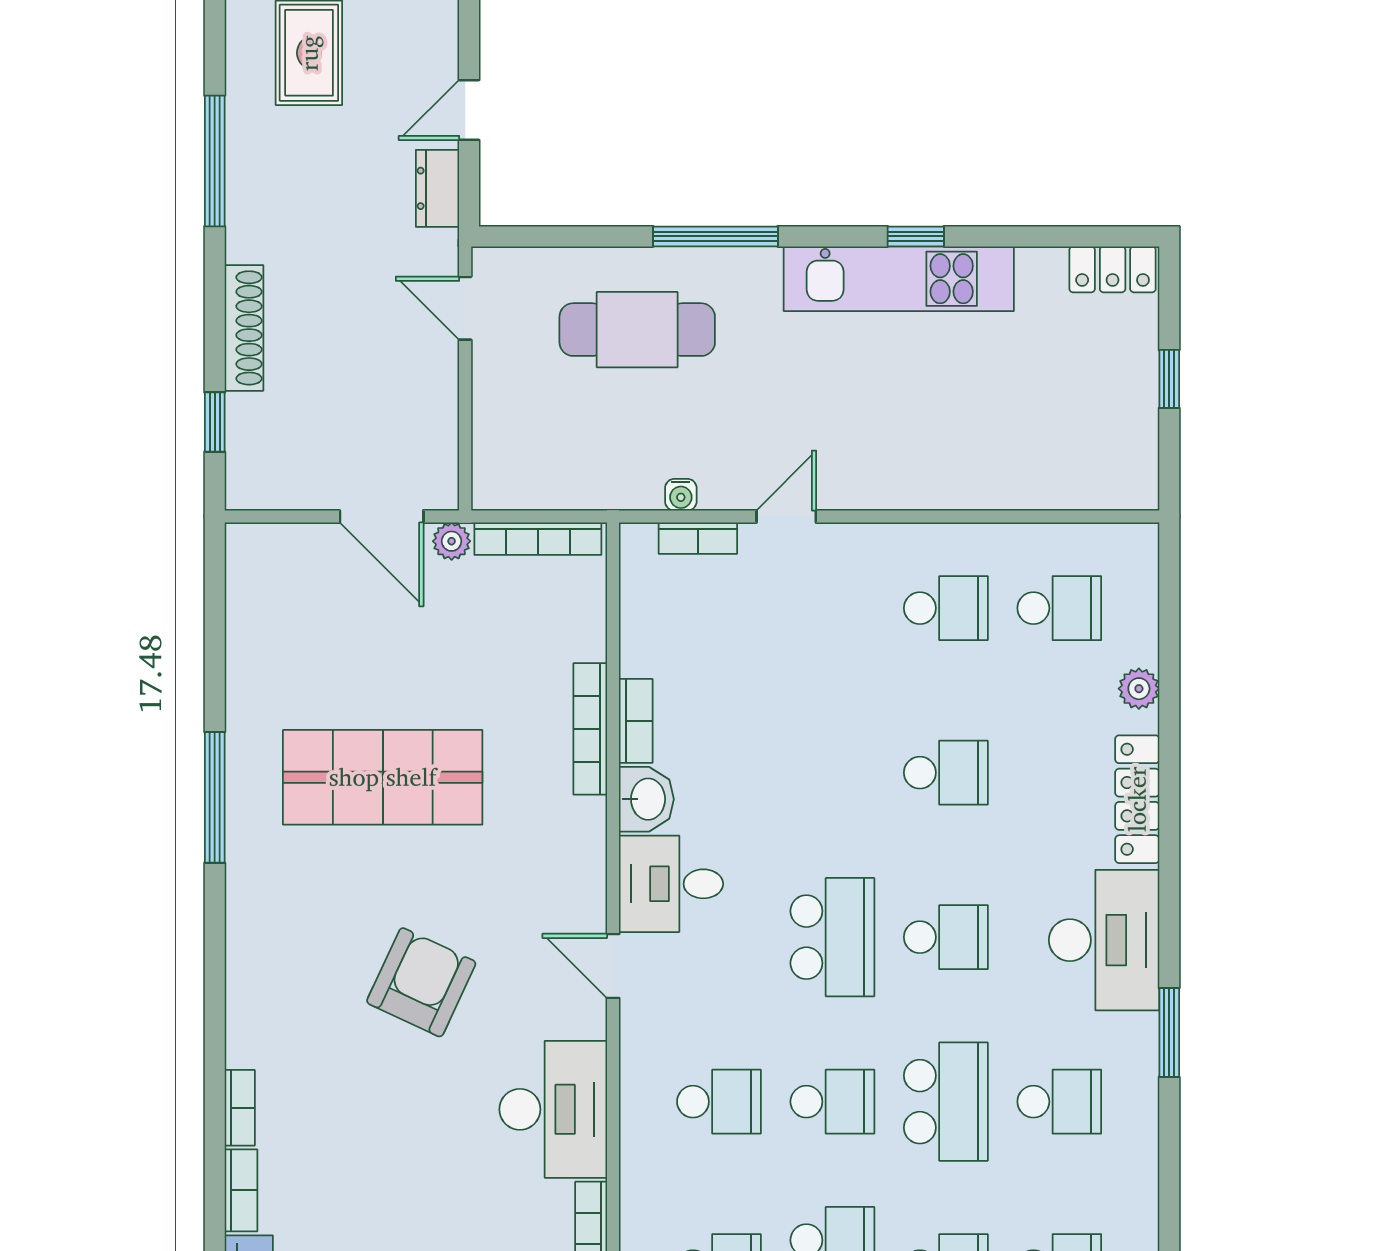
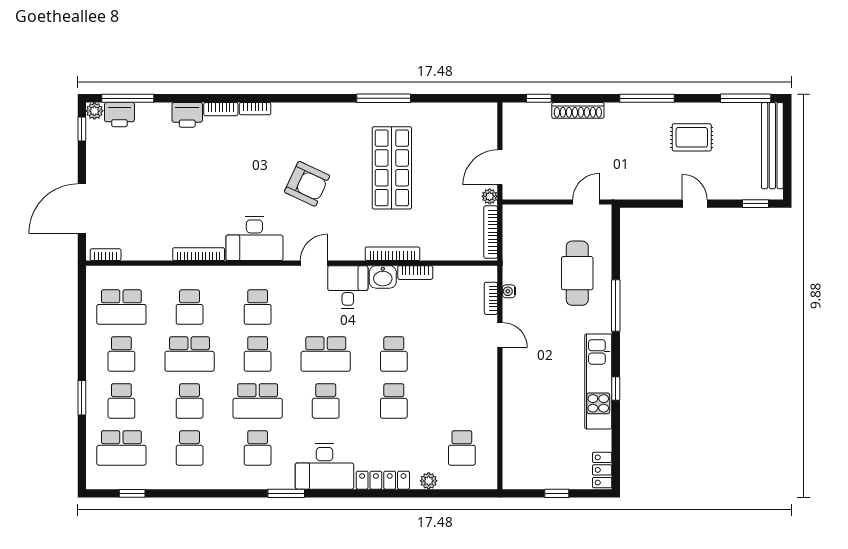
door: (469, 110) -> (695, 204), moved
dresser: (438, 188) -> (636, 191), removed
school desk: (946, 608) -> (394, 354), moved
bookcase: (590, 729) -> (392, 254), moved

